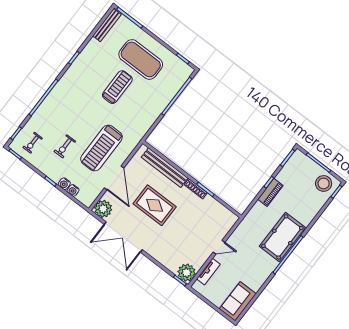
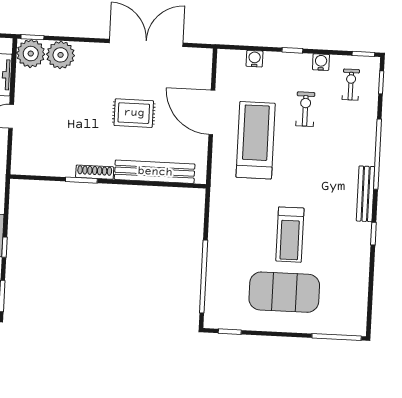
bench: (107, 25) -> (366, 194), moved
water cooler: (64, 184) -> (321, 62), moved
rug: (155, 205) -> (134, 113), width x0.73, depth x0.70
plant: (103, 209) -> (61, 55), moved

